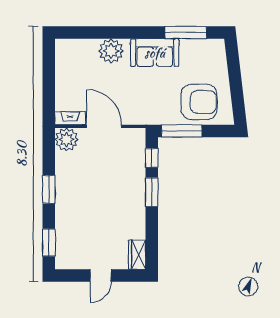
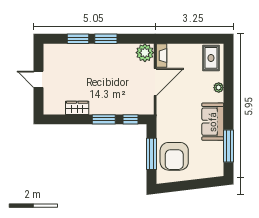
plant: (111, 51) -> (219, 88), width x0.53, depth x0.53
rug: (73, 55) -> (211, 58), added
window: (182, 131) -> (152, 154), moved
window: (49, 243) -> (78, 39), moved
wardrobe: (137, 255) -> (77, 108), moved

